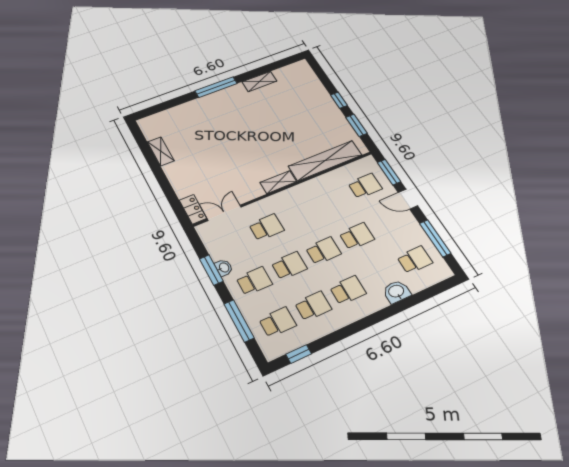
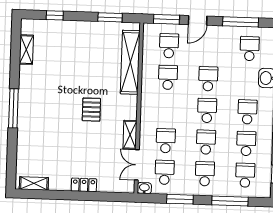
shelving: (259, 81) -> (26, 50), moved
window: (339, 100) -> (55, 15), moved
pallet: (256, 149) -> (91, 110), added
shelving: (161, 151) -> (34, 183), moved
shelving: (278, 182) -> (130, 135), moved
school desk: (333, 199) -> (168, 77), added
locker: (193, 209) -> (84, 185), moved
school desk: (232, 242) -> (165, 172), added
washbasin: (224, 268) -> (144, 188), moved

